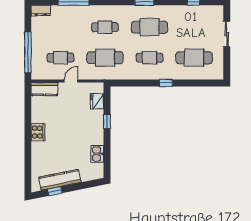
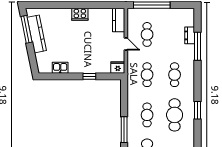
dresser: (41, 11) -> (190, 35), moved
cafe table: (105, 58) -> (147, 75), width x0.73, depth x0.74
window: (166, 83) -> (124, 130), width x2.17
fridge: (97, 101) -> (118, 67), moved
window: (55, 191) -> (27, 29), width x2.17

